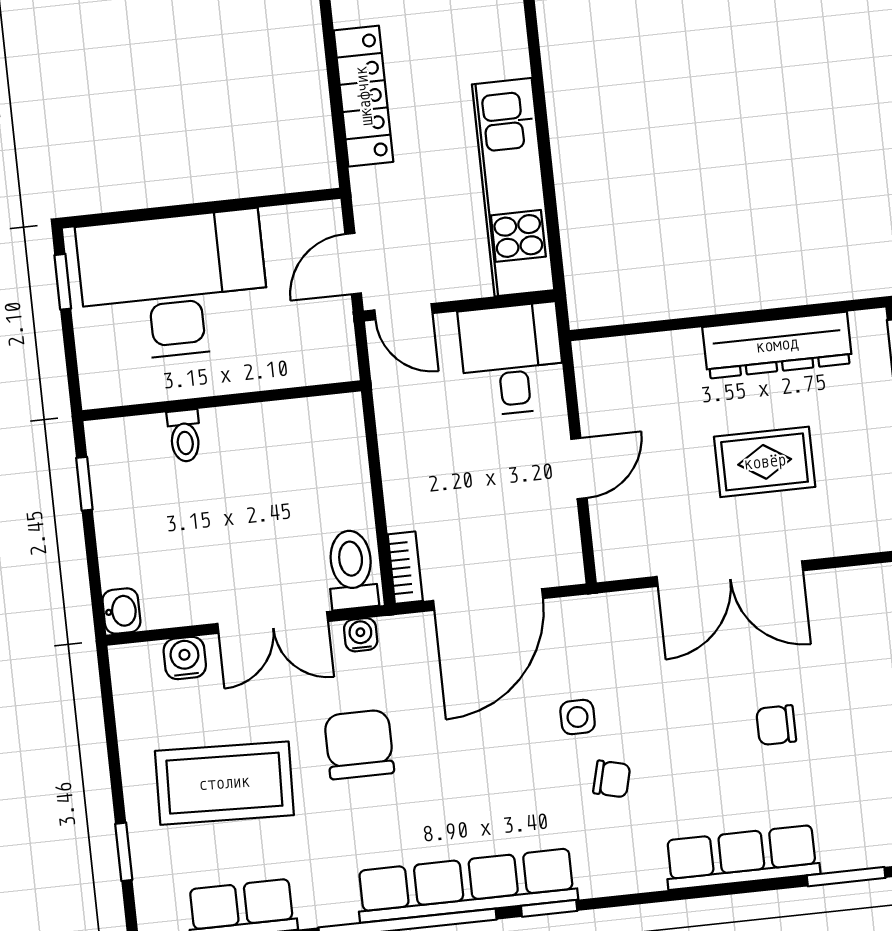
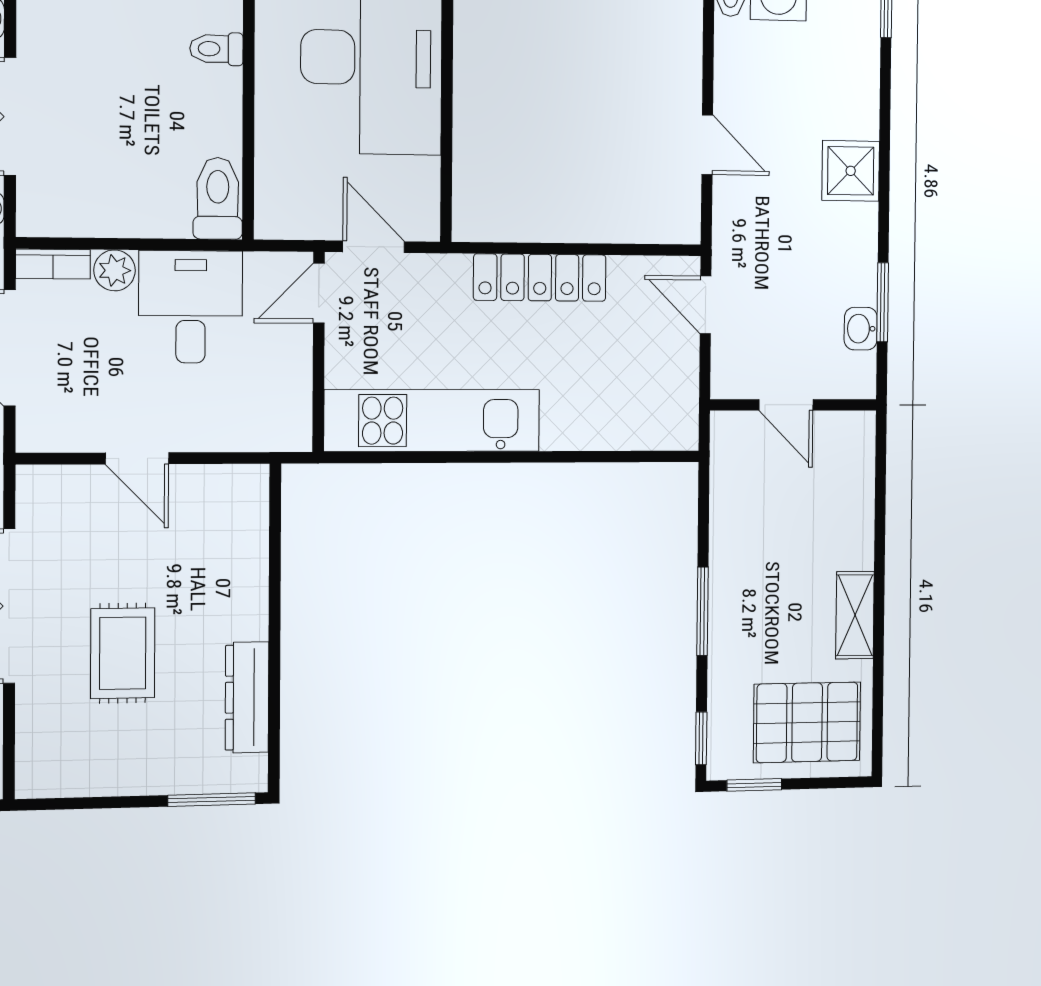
dresser: (777, 345) -> (247, 697), width x0.73, depth x0.80
desk: (512, 359) -> (191, 307), moved, turned -90
plant: (404, 509) -> (115, 270), added
toilet: (352, 569) -> (218, 198), moved, turned -90

